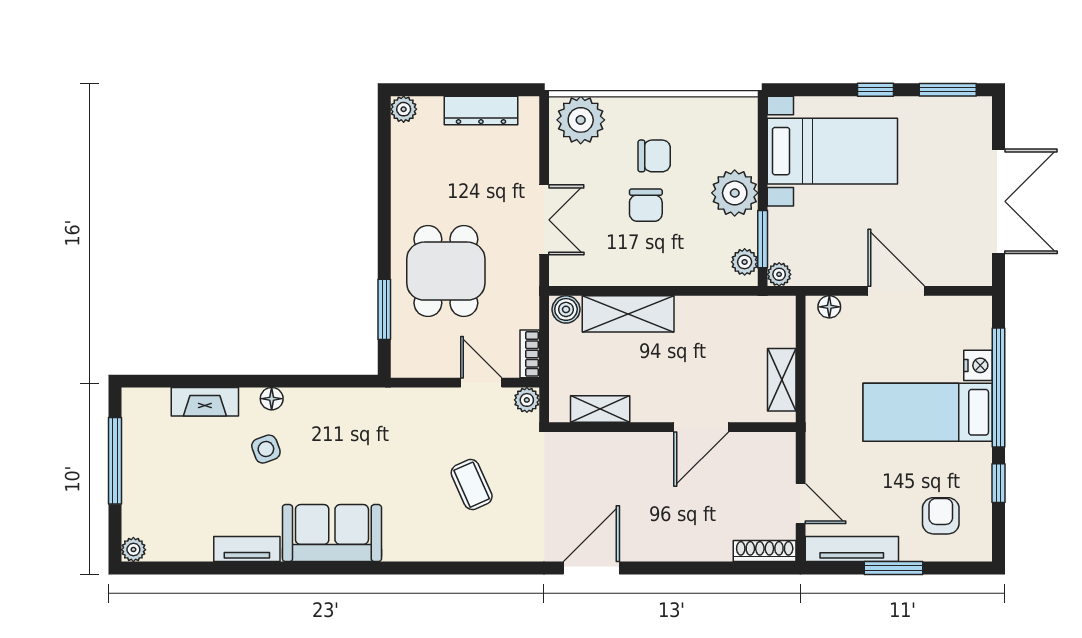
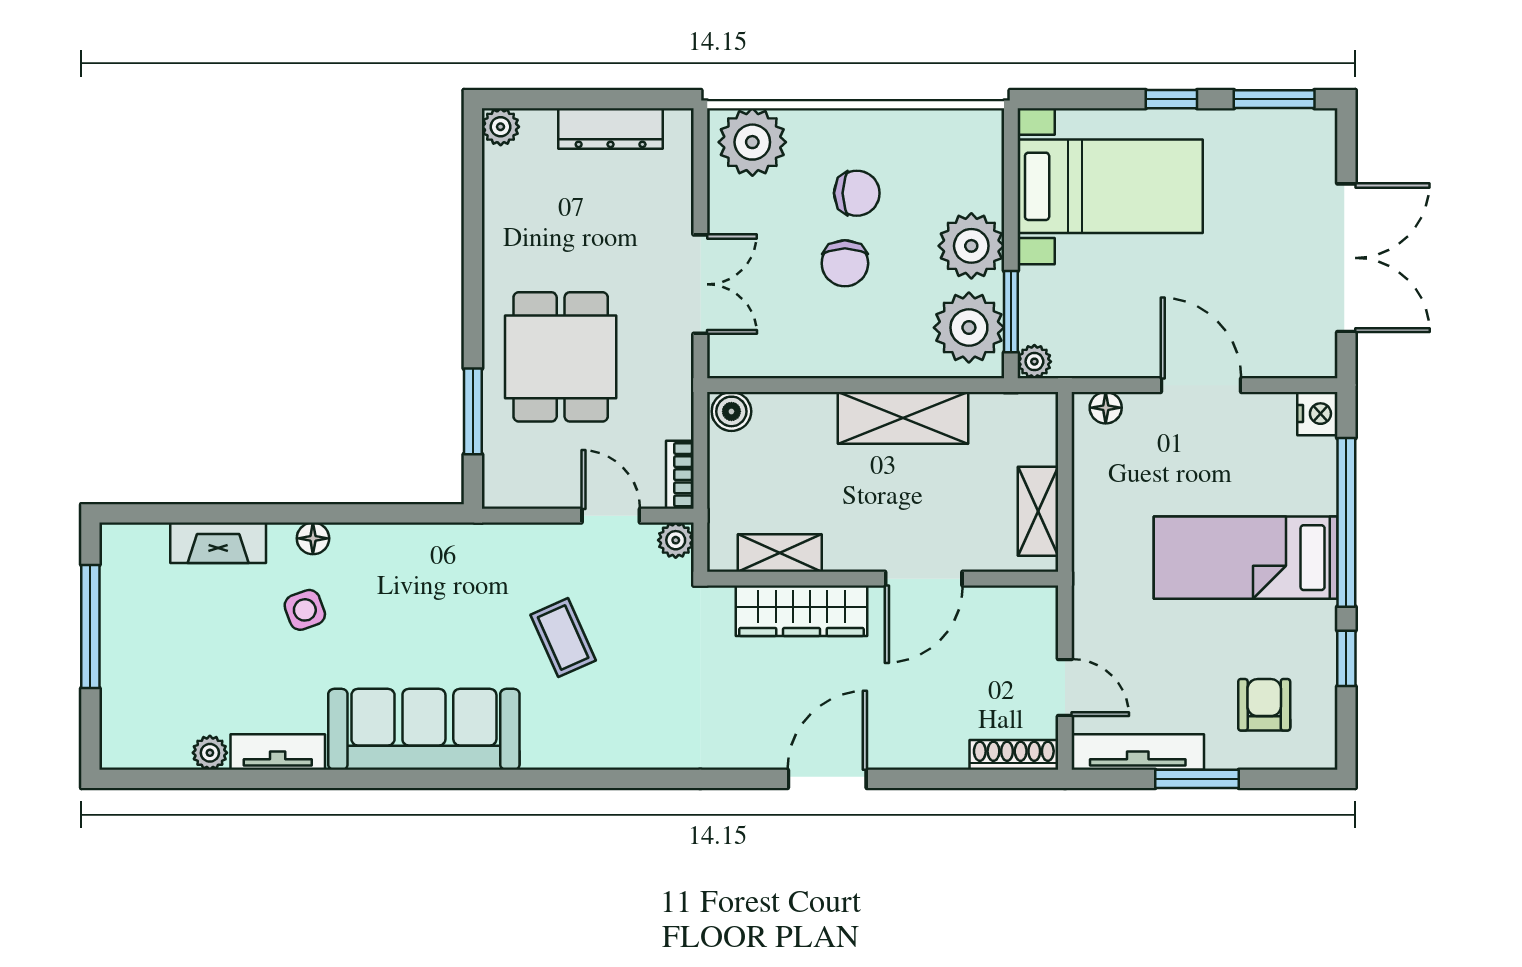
plant: (745, 262) -> (969, 328), width x1.88, depth x1.88
shelving: (628, 314) -> (903, 418), moved
nightstand: (978, 365) -> (1317, 414), moved
wardrobe: (615, 450) -> (801, 611), added
coffee table: (472, 485) -> (563, 638), moved
sofa: (332, 533) -> (424, 729), width x1.36
plant: (133, 550) -> (210, 753), moved
door: (591, 568) -> (827, 779), moved

